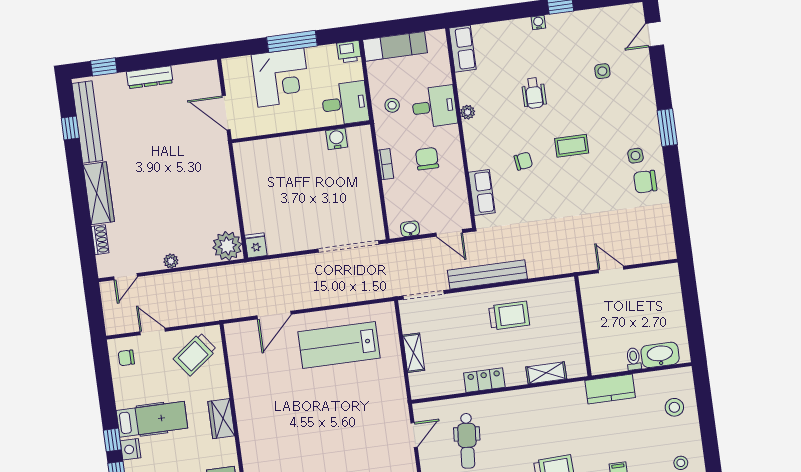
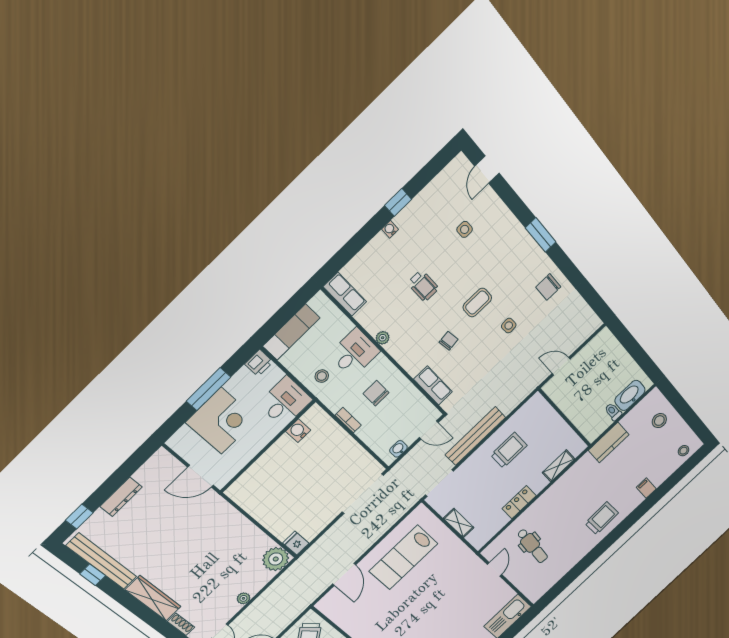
side table: (636, 156) -> (509, 326), moved

